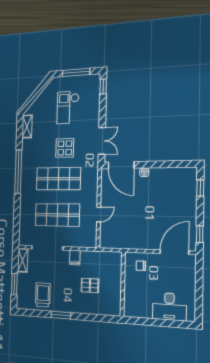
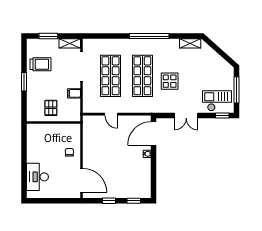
checkout: (68, 107) -> (217, 101), moved
double door: (102, 141) -> (186, 116), moved
window: (200, 234) -> (109, 201), moved
wall: (123, 284) -> (53, 123), moved

